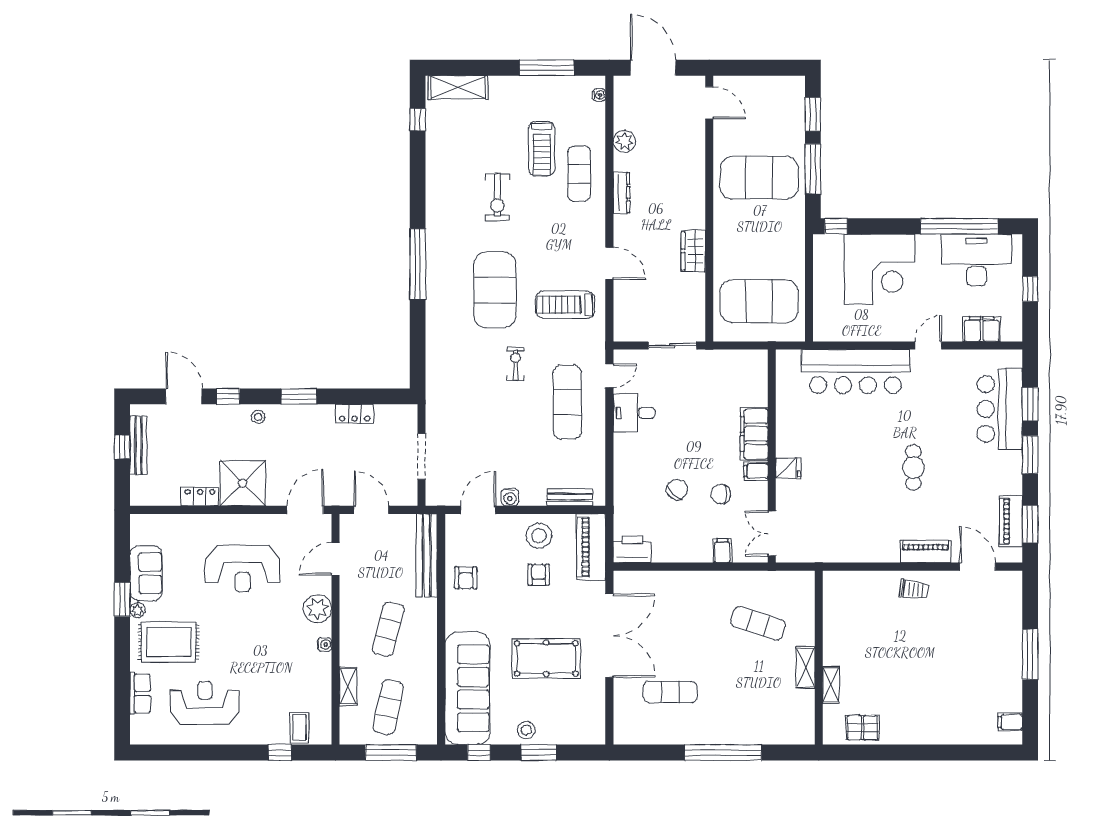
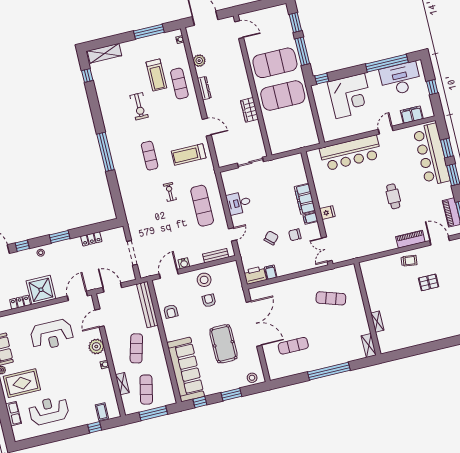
exercise mat: (495, 290) -> (150, 156), width x0.50, depth x0.69
exercise mat: (759, 301) -> (283, 95), moved
door: (609, 376) -> (233, 234), moved
bar counter: (1000, 409) -> (431, 154), width x1.36
piano: (591, 547) -> (233, 279), removed
filing cabinet: (722, 551) -> (271, 272), moved
pool table: (546, 658) -> (223, 344), turned 90
shelving: (805, 668) -> (369, 345), moved
pallet: (863, 728) -> (429, 282), moved
stool: (526, 730) -> (252, 378), moved

